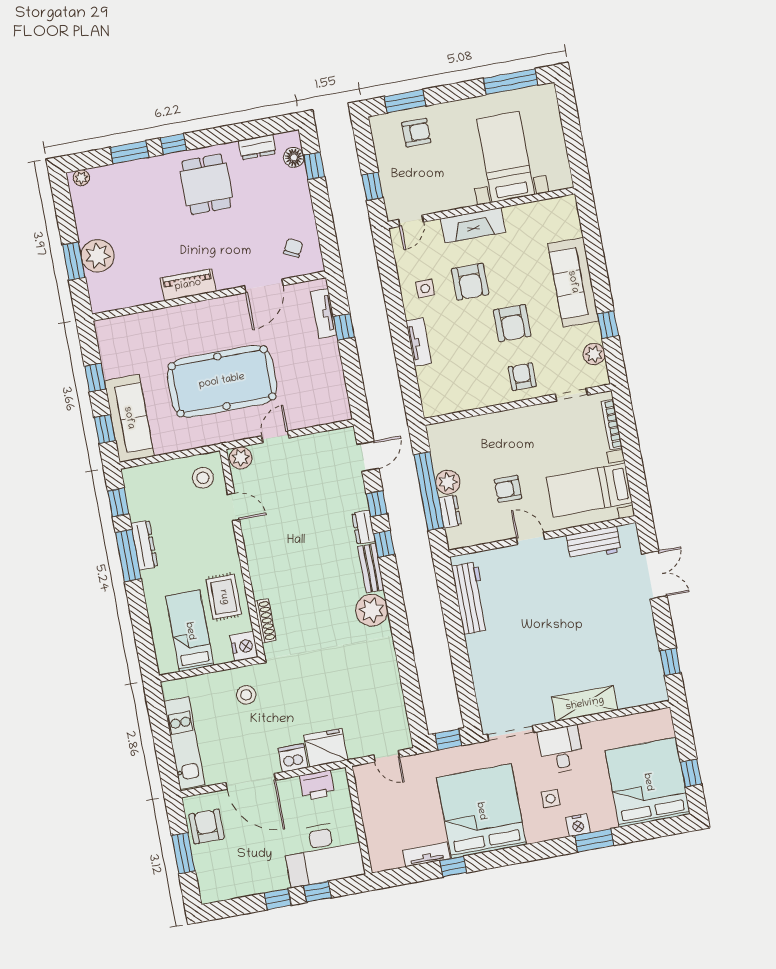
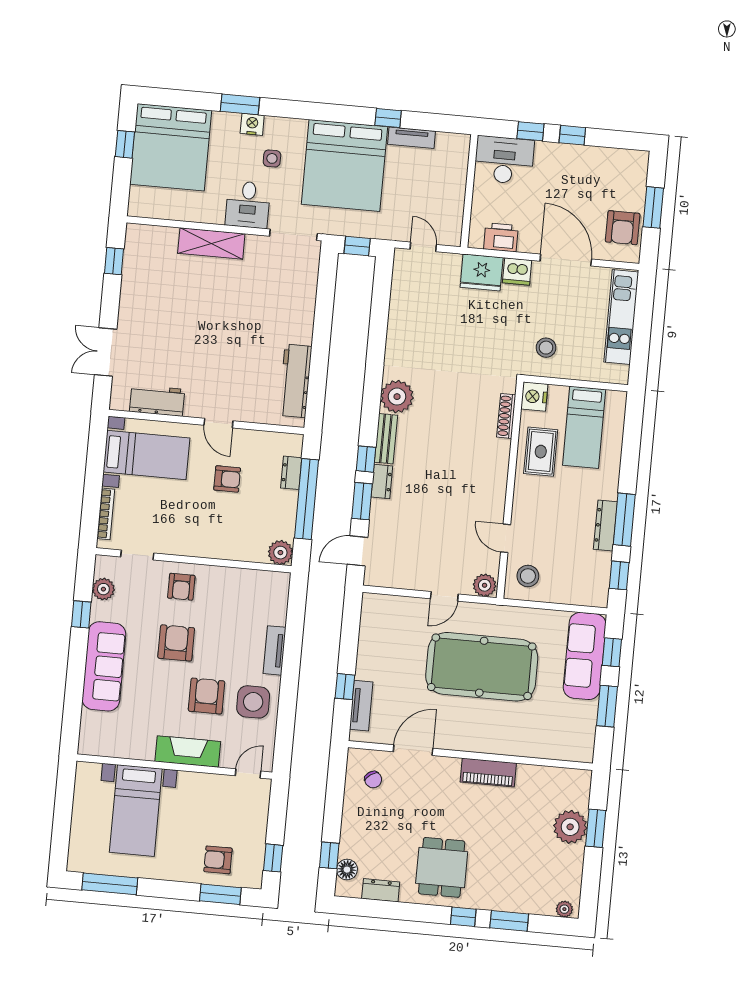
window: (372, 186) -> (273, 858), moved
chair: (293, 248) -> (373, 780), turned -62
side table: (425, 289) -> (253, 702), width x1.87, depth x1.87
window: (95, 378) -> (607, 706), width x1.50
plant: (448, 482) -> (280, 553), moved
window: (377, 504) -> (362, 501), width x1.50
desk: (323, 853) -> (504, 160), width x0.73, depth x0.77

